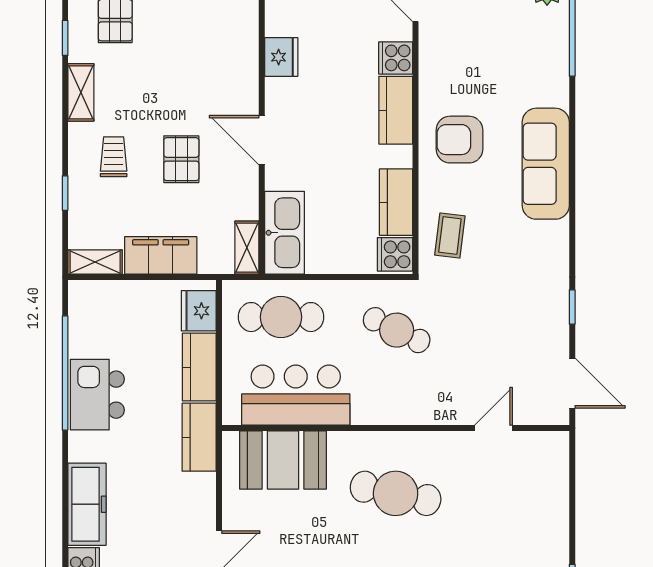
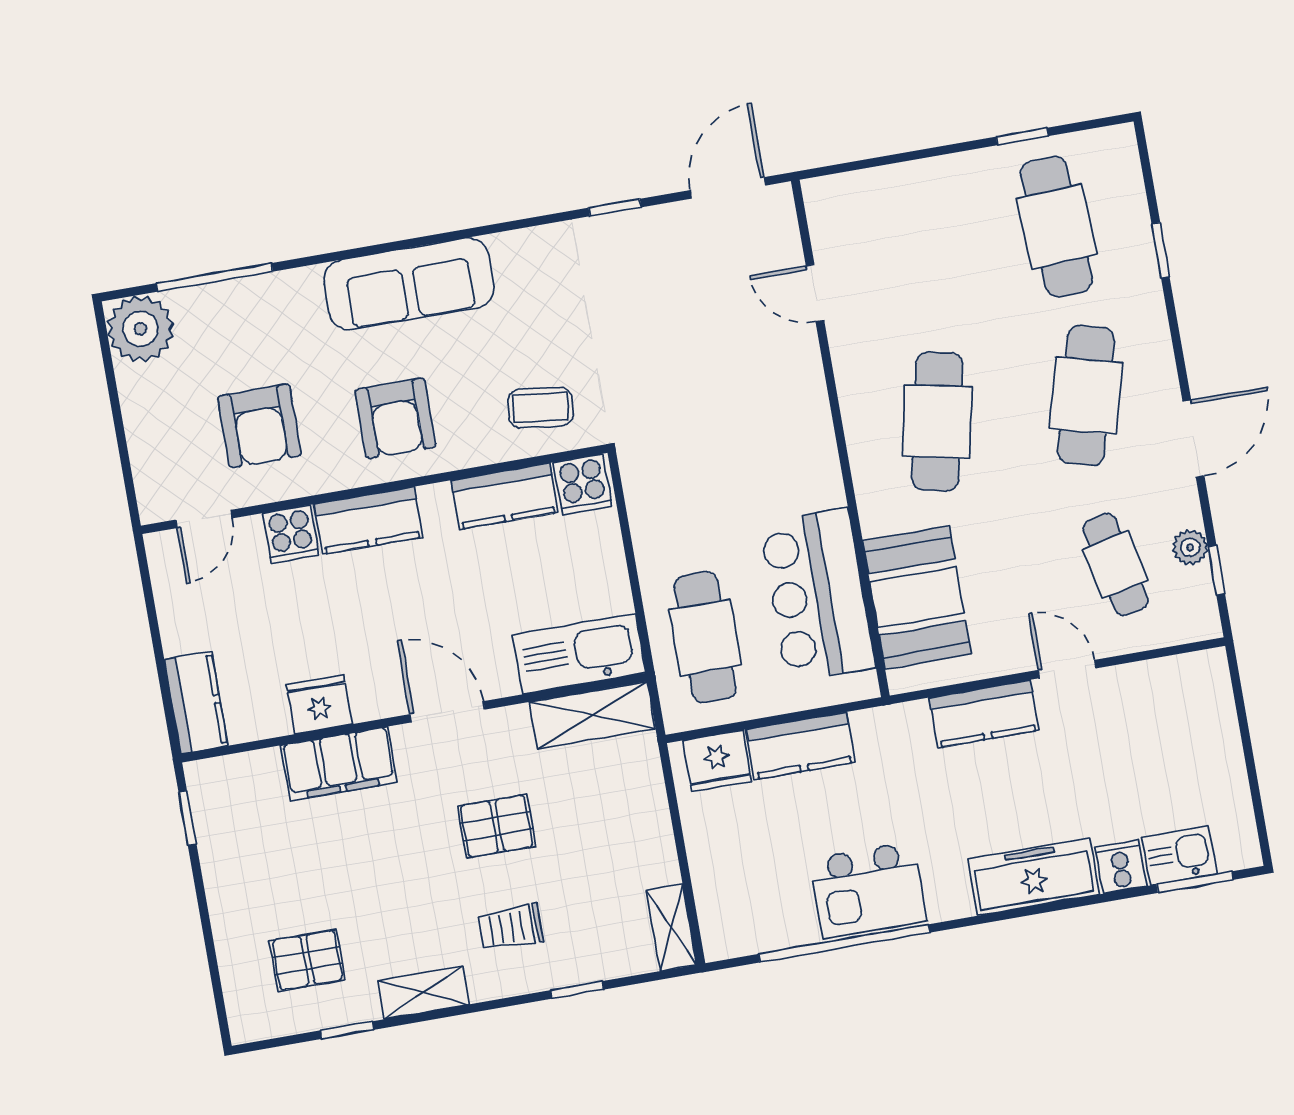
armchair: (470, 50) -> (260, 426), added
door: (262, 140) -> (447, 712), swing flipped
shelving: (247, 248) -> (592, 715), width x1.50, depth x1.33
filing cabinet: (161, 255) -> (339, 764), moved, turned -90
cafe table: (397, 330) -> (695, 462), removed
kitchen counter: (199, 437) -> (984, 714), moved

